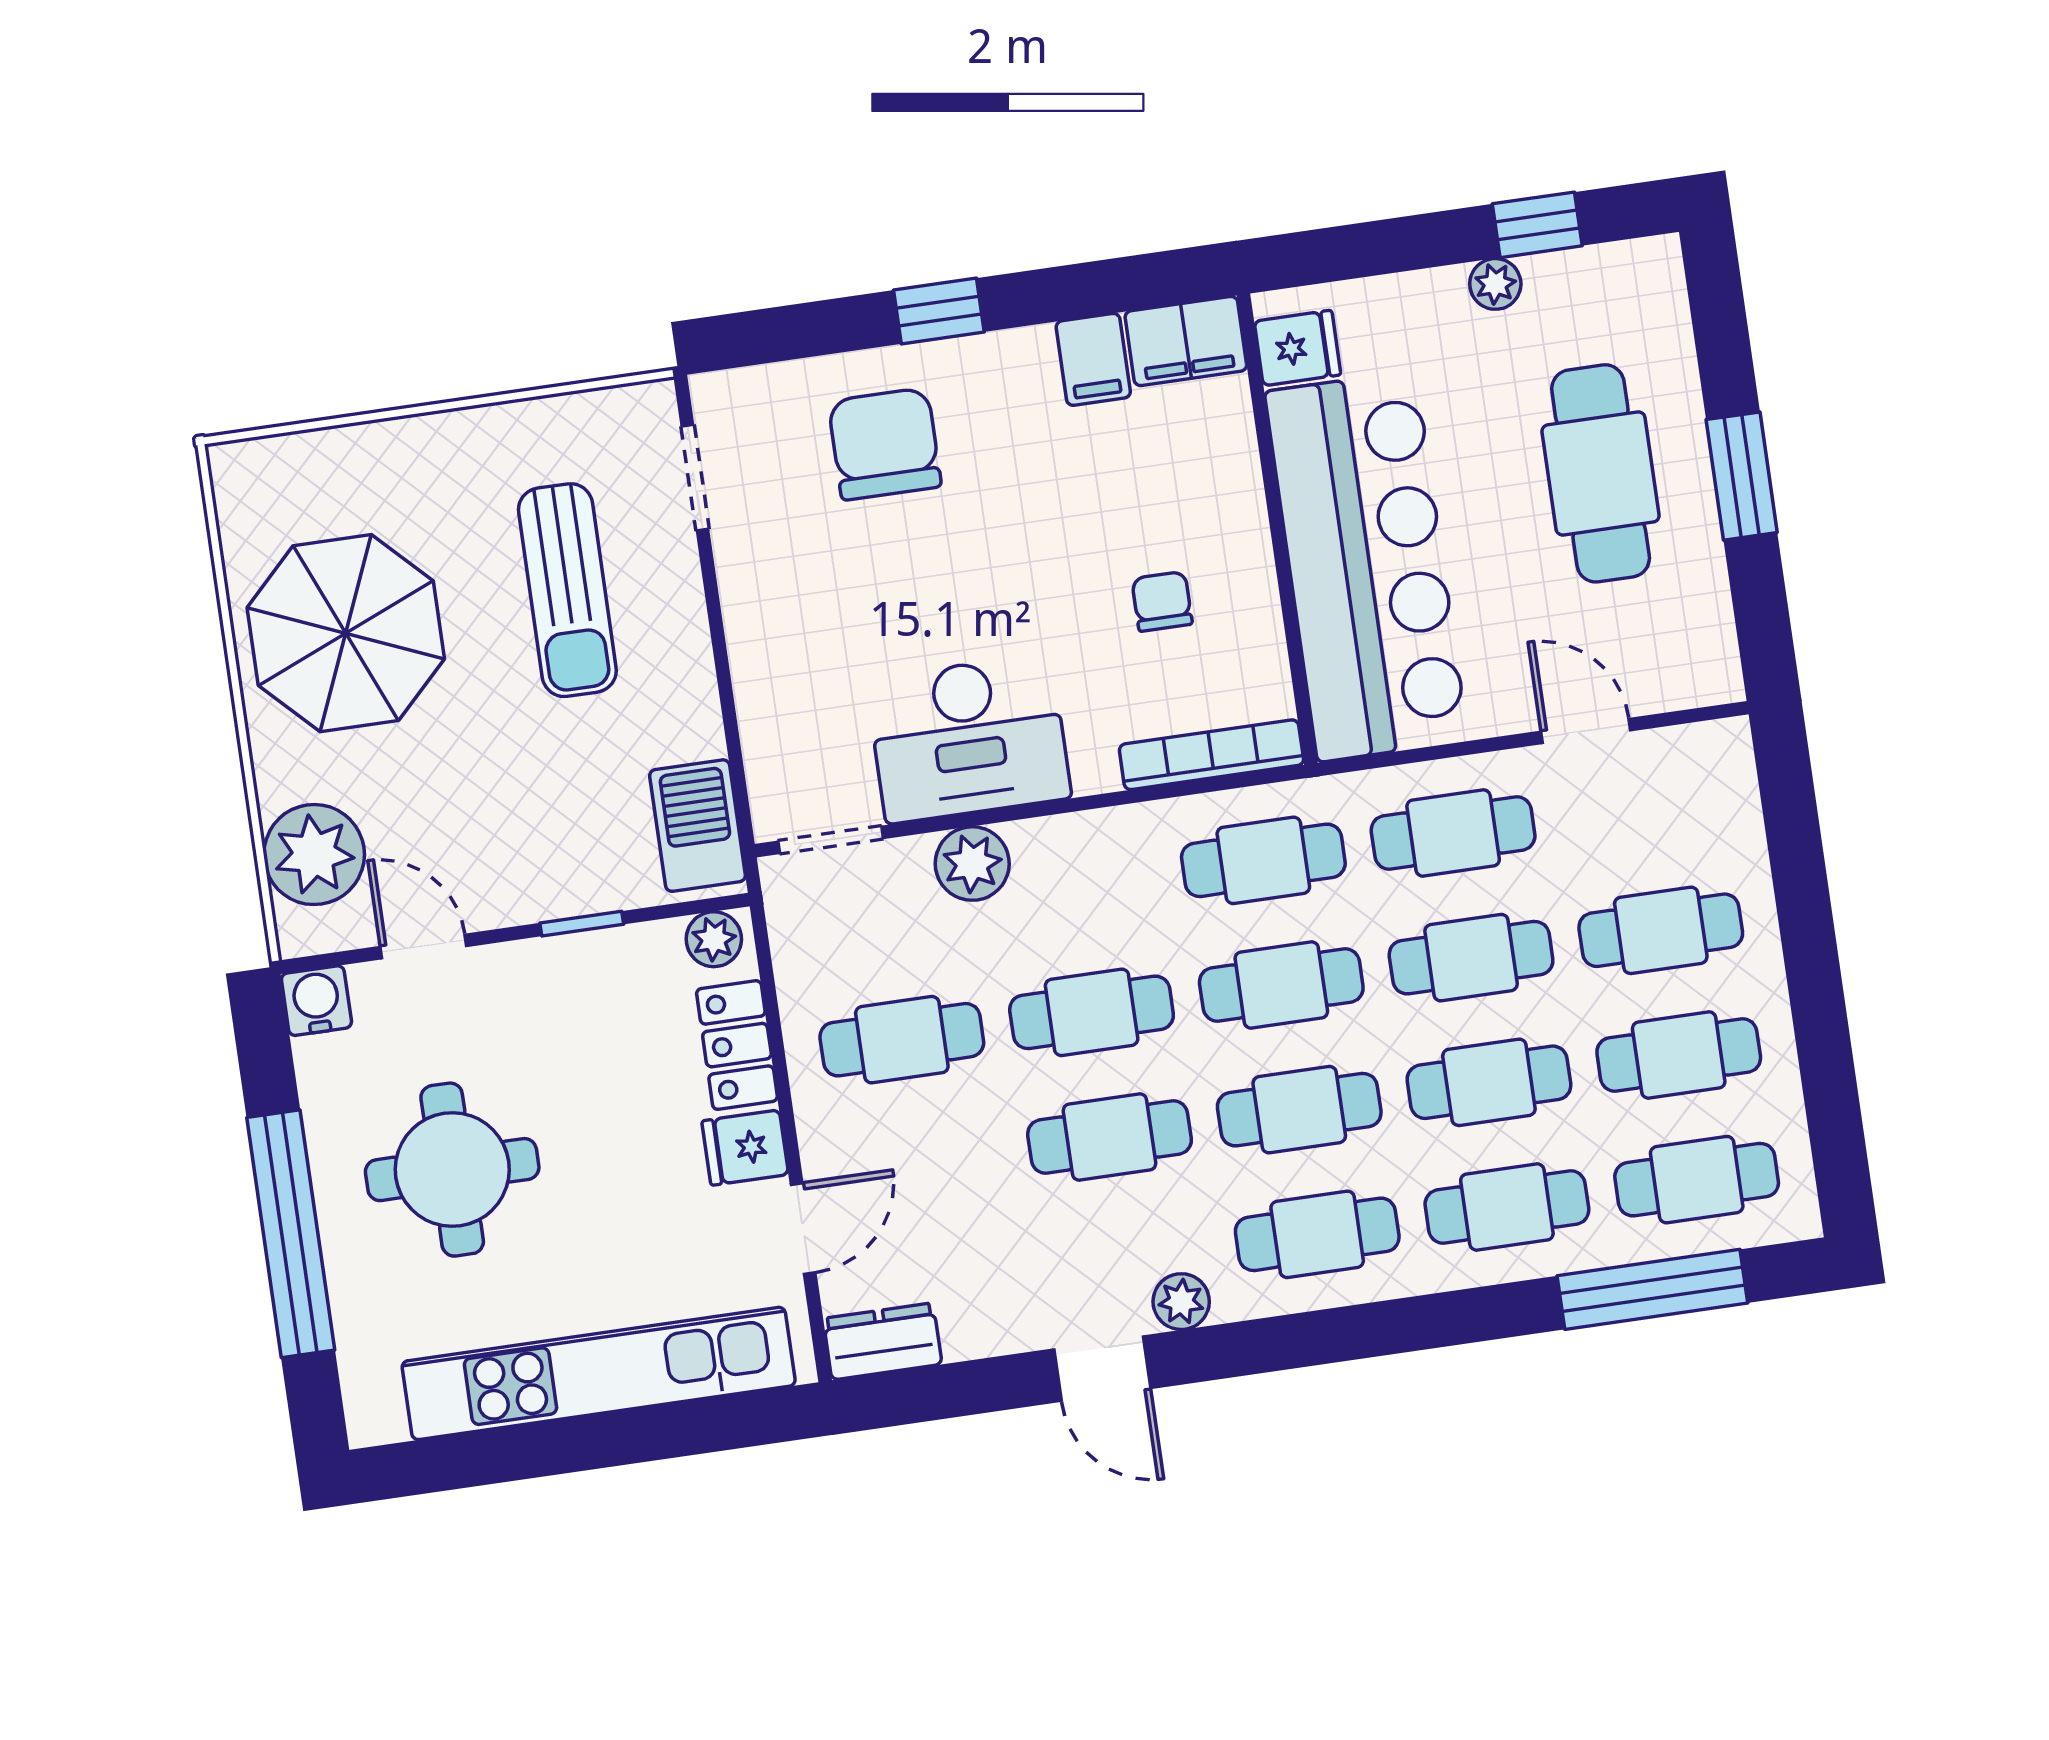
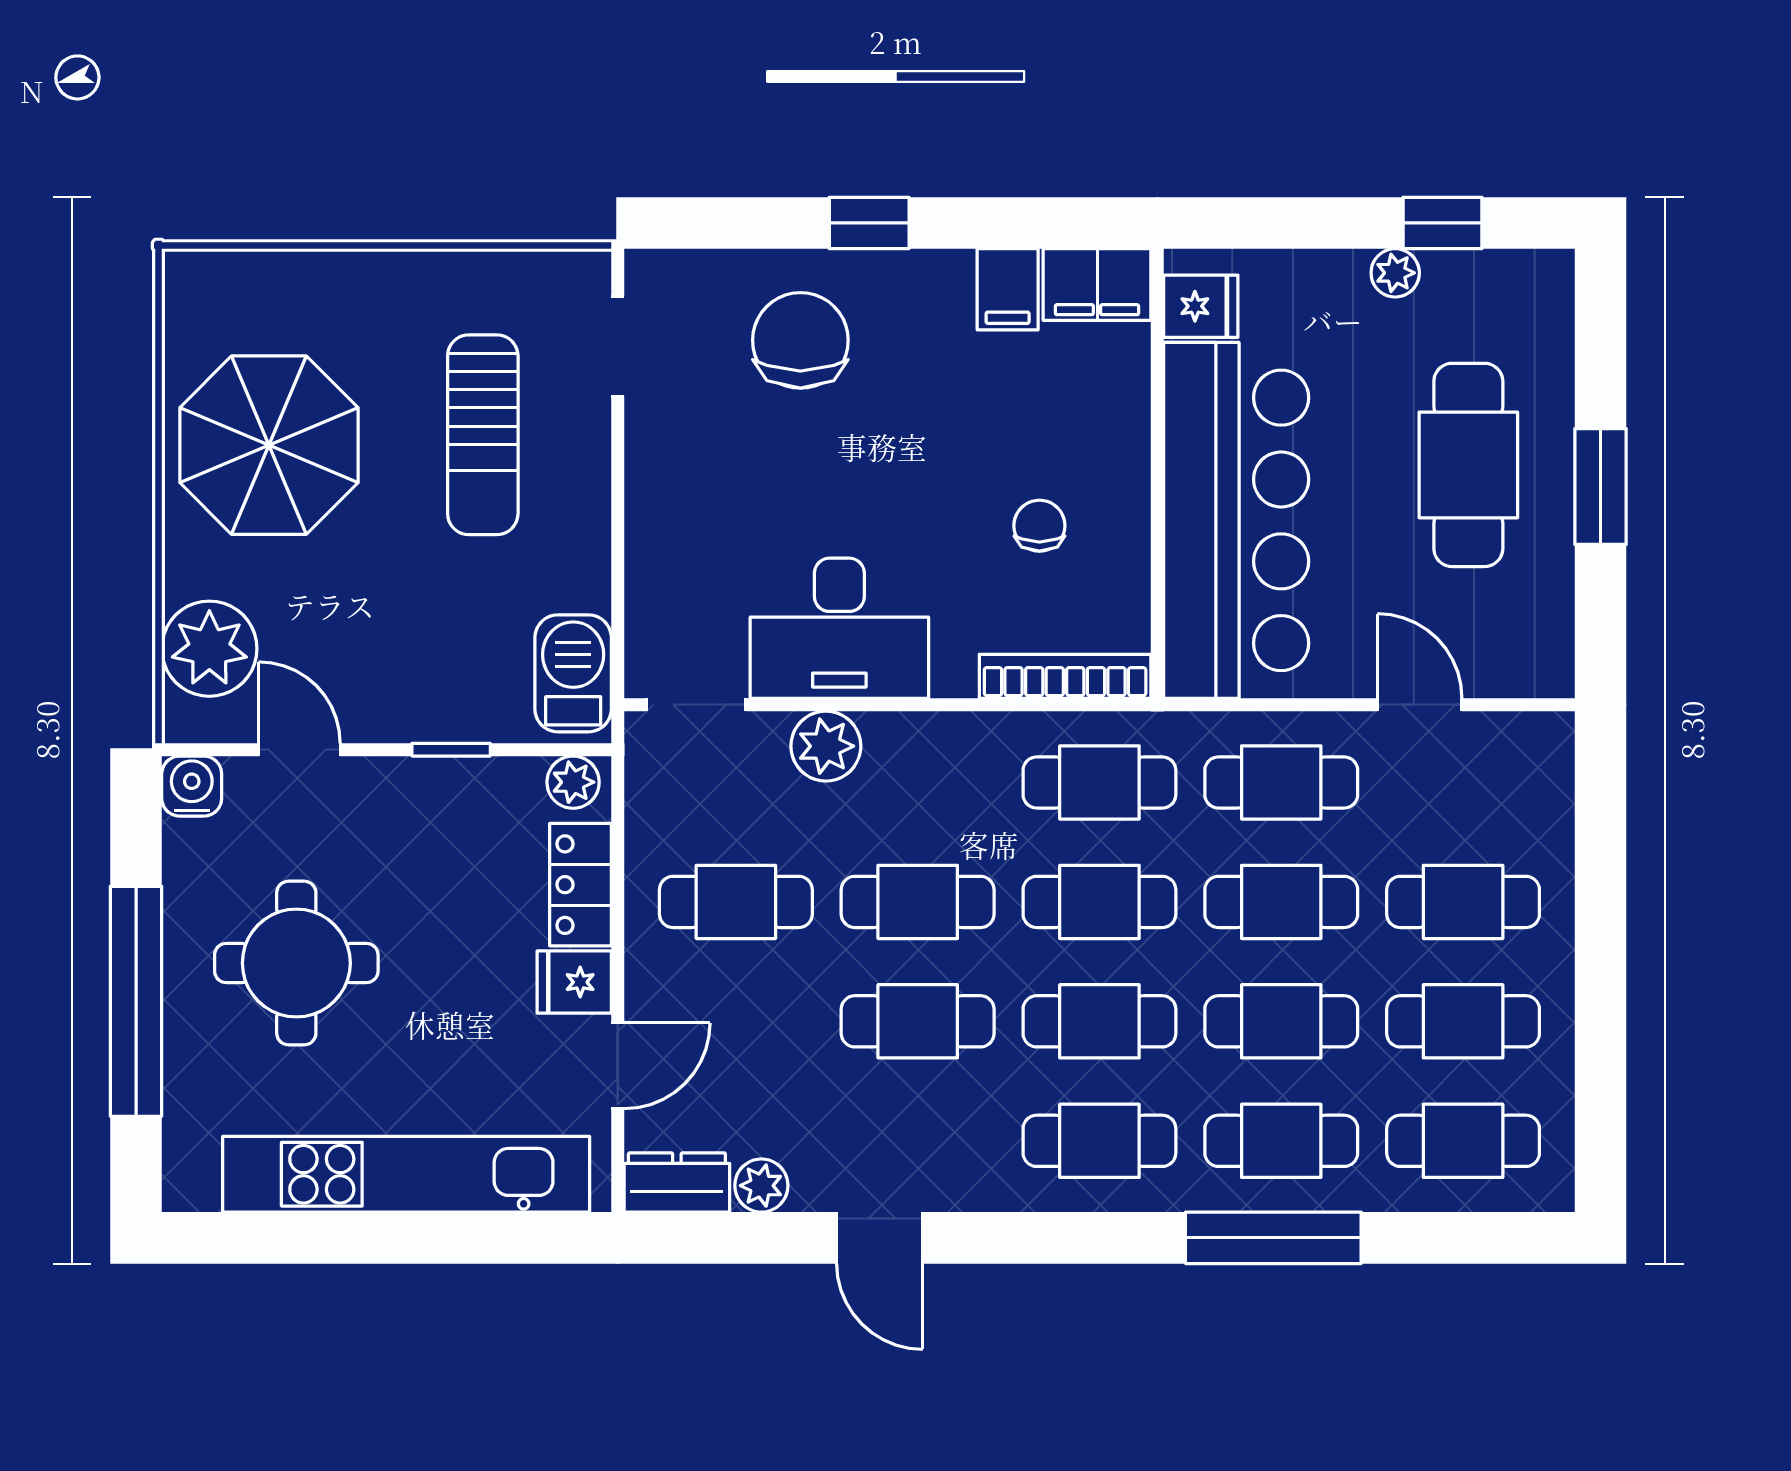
window: (1652, 1289) -> (1273, 1238), moved
plant: (1181, 1302) -> (761, 1186), moved

